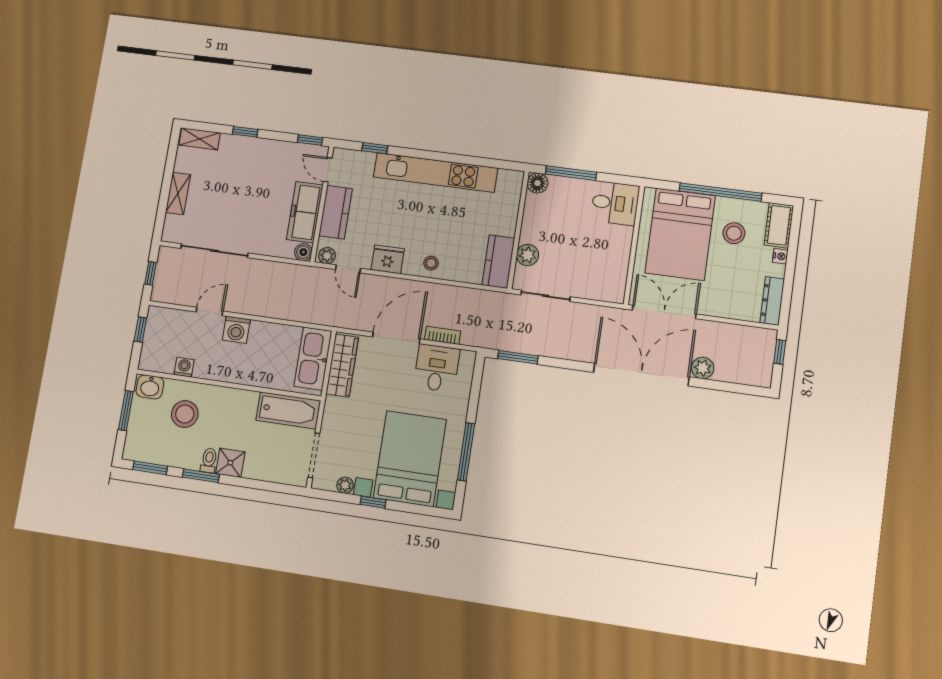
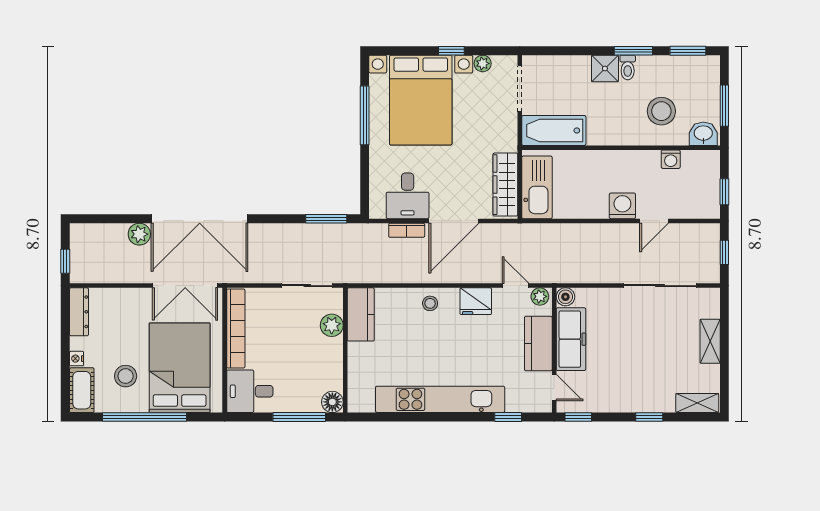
bookcase: (620, 264) -> (236, 328), added

